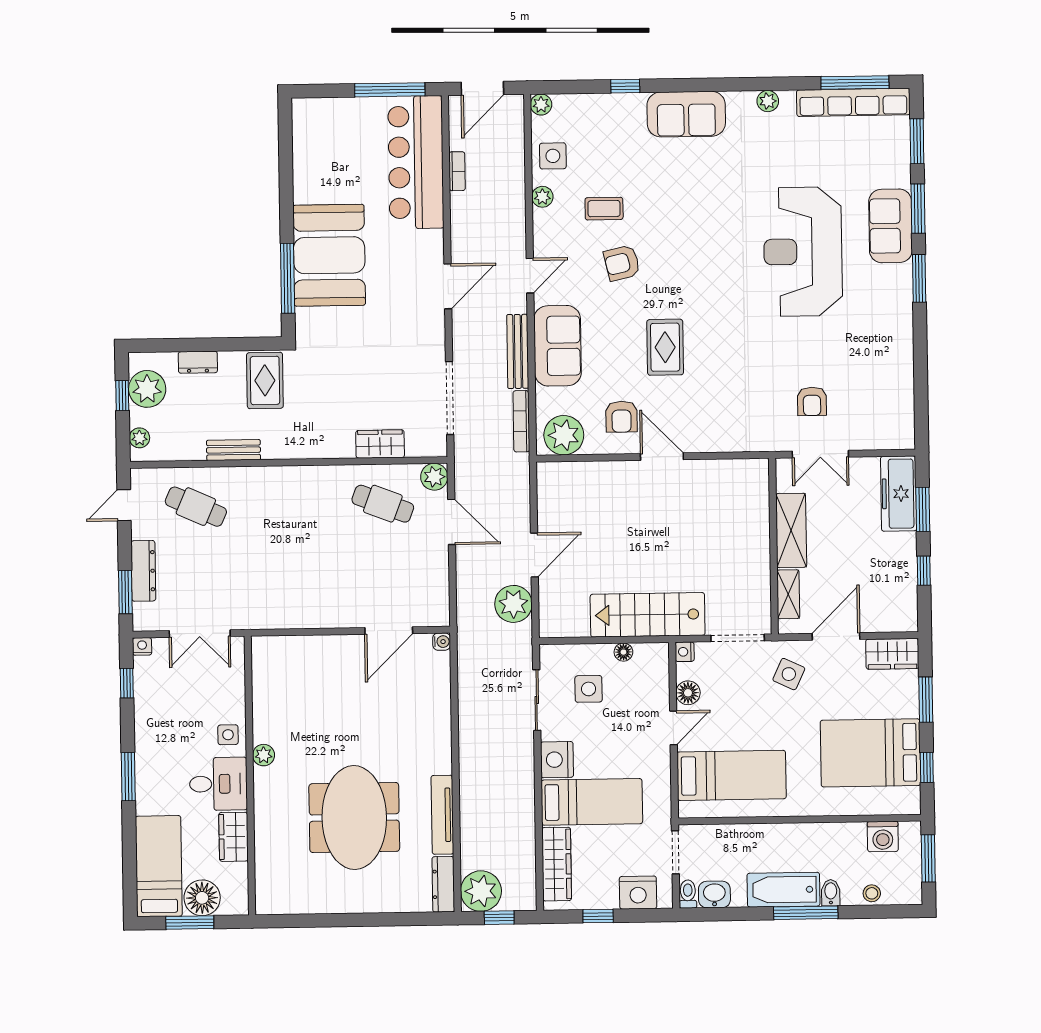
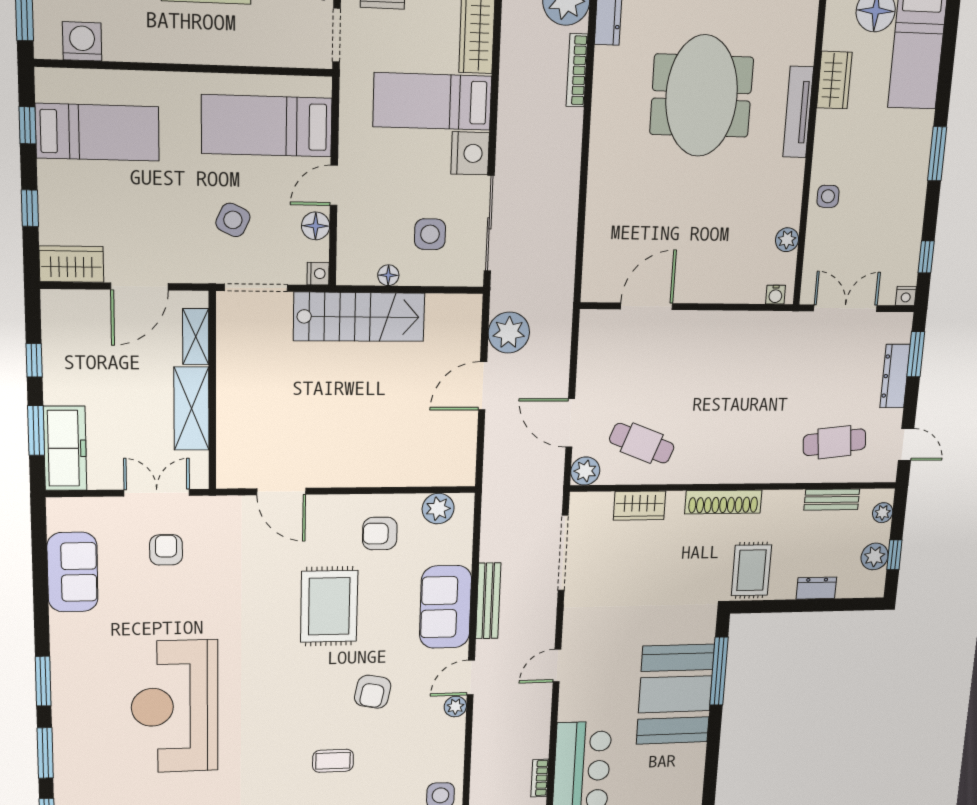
plant: (542, 197) -> (455, 707), moved
coffee table: (604, 209) -> (333, 761), moved
sofa: (891, 226) -> (72, 572), moved
reception desk: (803, 252) -> (175, 707), turned 180
armchair: (622, 263) -> (373, 692), turned 114
door: (448, 286) -> (557, 666), width x0.73
rug: (665, 347) -> (329, 606), width x1.36, depth x1.43
plant: (147, 389) -> (875, 556), width x0.73, depth x0.73
armchair: (622, 417) -> (380, 533), turned -90
bookcase: (521, 421) -> (577, 70), moved, turned 180
plant: (564, 435) -> (438, 509), width x0.73, depth x0.73
shoe rack: (299, 448) -> (723, 502), added
bench: (233, 450) -> (832, 500), moved
door: (662, 457) -> (281, 491), moved
door: (124, 505) -> (906, 444), hinge flipped
cafe table: (196, 507) -> (834, 442), turned -30
water cooler: (442, 642) -> (775, 295), moved, turned -90
side table: (789, 674) -> (233, 220), moved
sliding door: (537, 700) -> (489, 223), width x1.37
window: (926, 700) -> (30, 208), width x0.67
bed: (870, 753) -> (97, 132), width x0.67
plant: (264, 755) -> (787, 240), moved
desk: (218, 784) -> (844, 141), removed
tv unit: (442, 815) -> (798, 112), moved, turned 180

